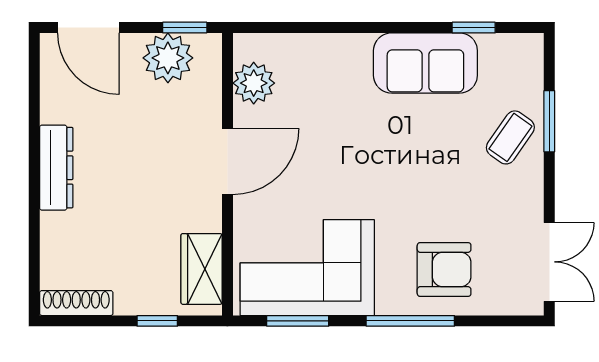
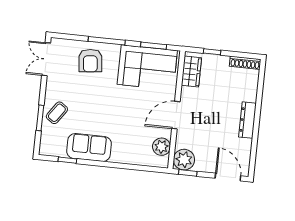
plant: (168, 58) -> (184, 160), moved
armchair: (444, 270) -> (90, 61), turned -96

